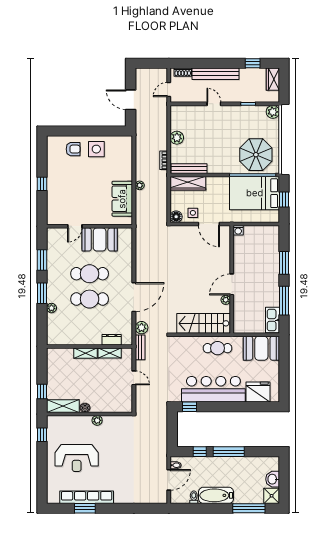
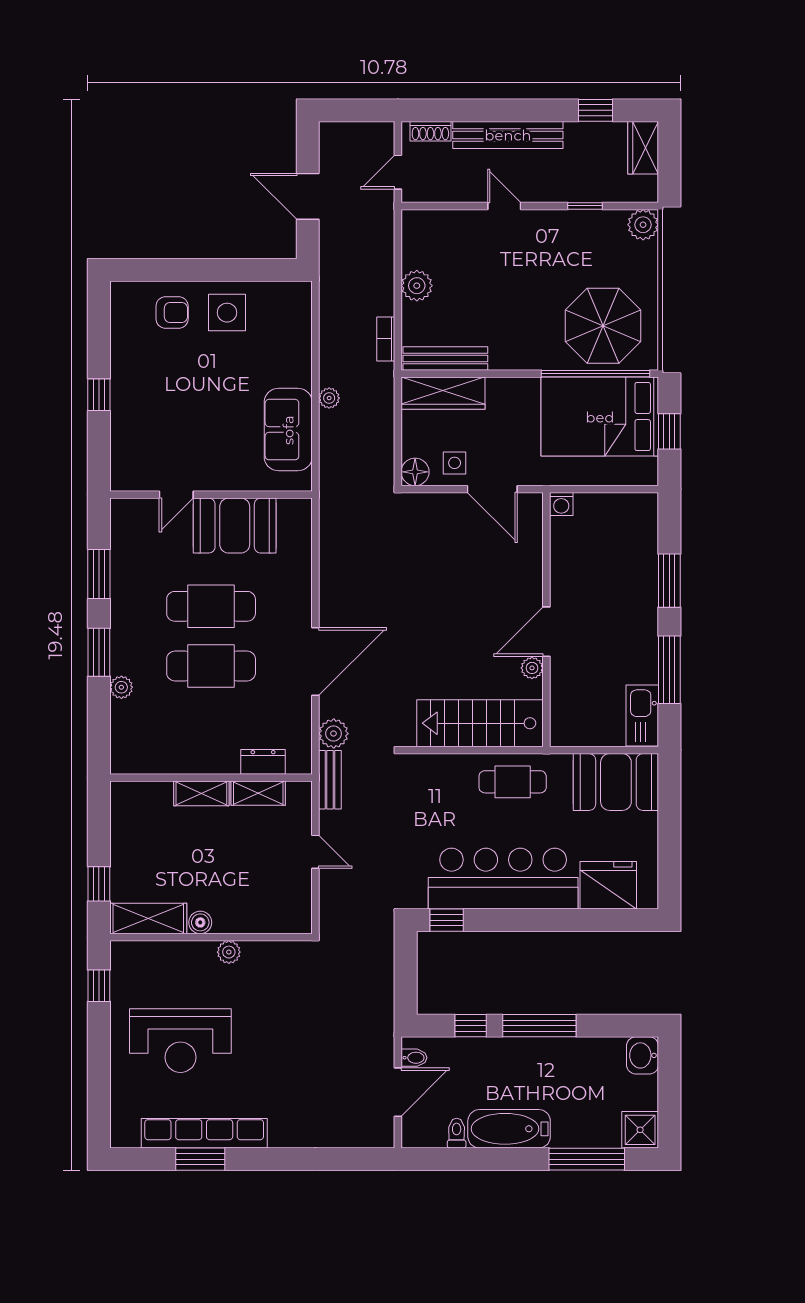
washbasin: (273, 479) -> (643, 1055), moved

